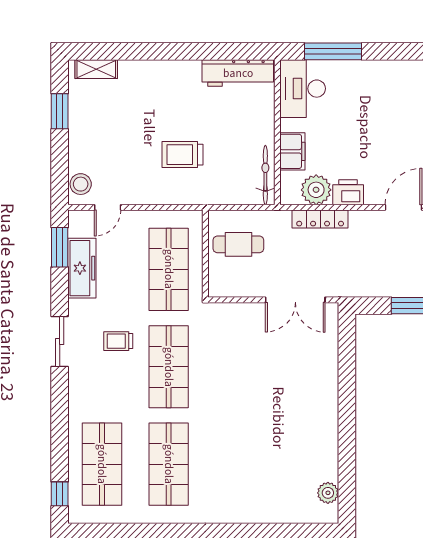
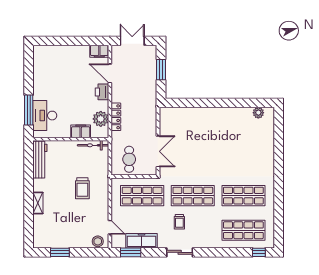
shelving: (96, 69) -> (38, 203), moved
desk: (303, 89) -> (45, 116), moved, turned 90
printer: (348, 192) -> (102, 92), moved
double door: (295, 300) -> (158, 151), moved

